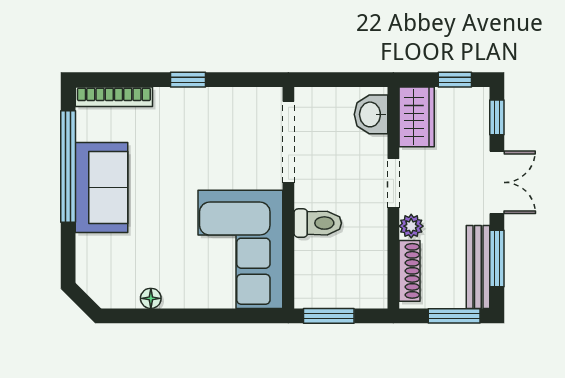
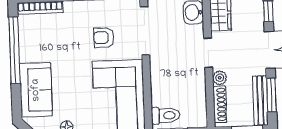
armchair: (219, 151) -> (104, 38), added
sofa: (102, 188) -> (36, 90), moved
toilet: (318, 223) -> (166, 115), moved

